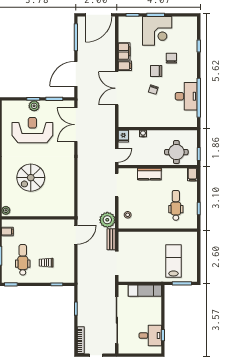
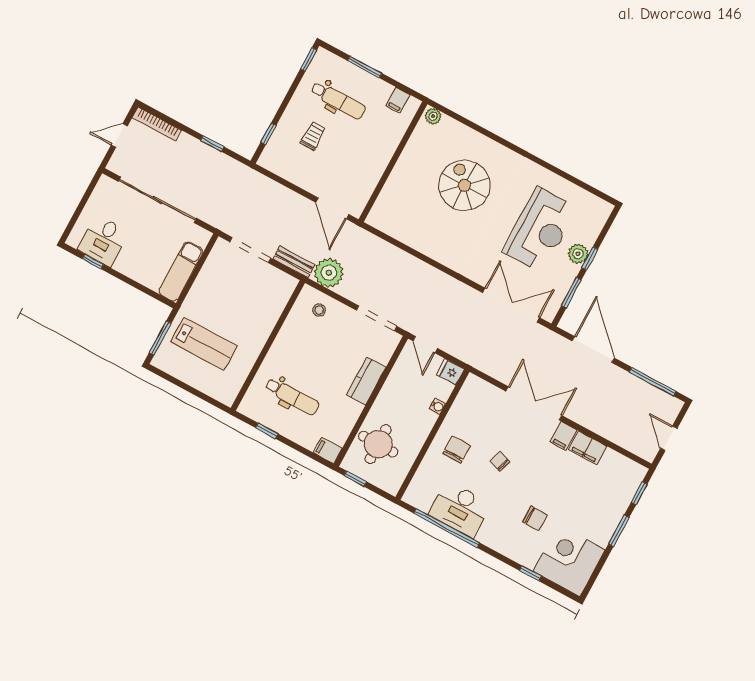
door: (99, 15) -> (669, 438), width x0.53
corner desk: (157, 31) -> (569, 561), moved, turned 90
chair: (156, 71) -> (457, 450), moved

